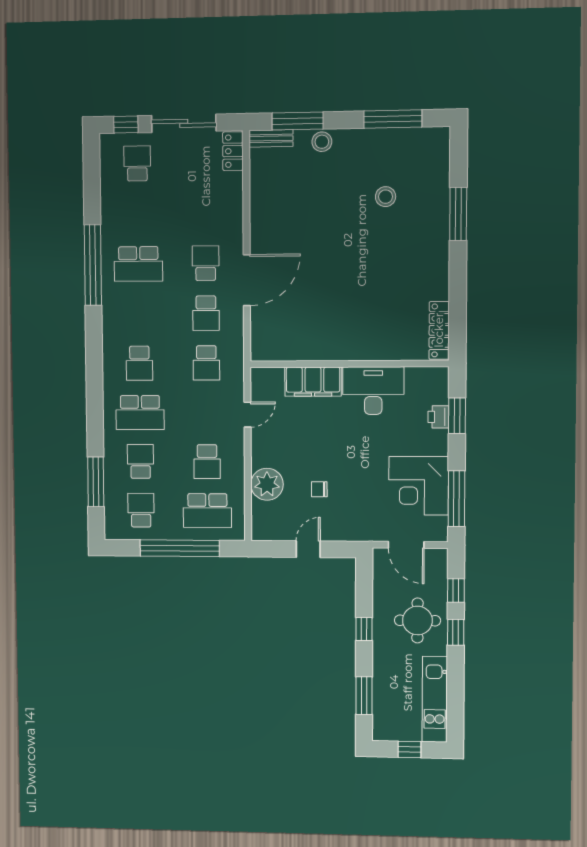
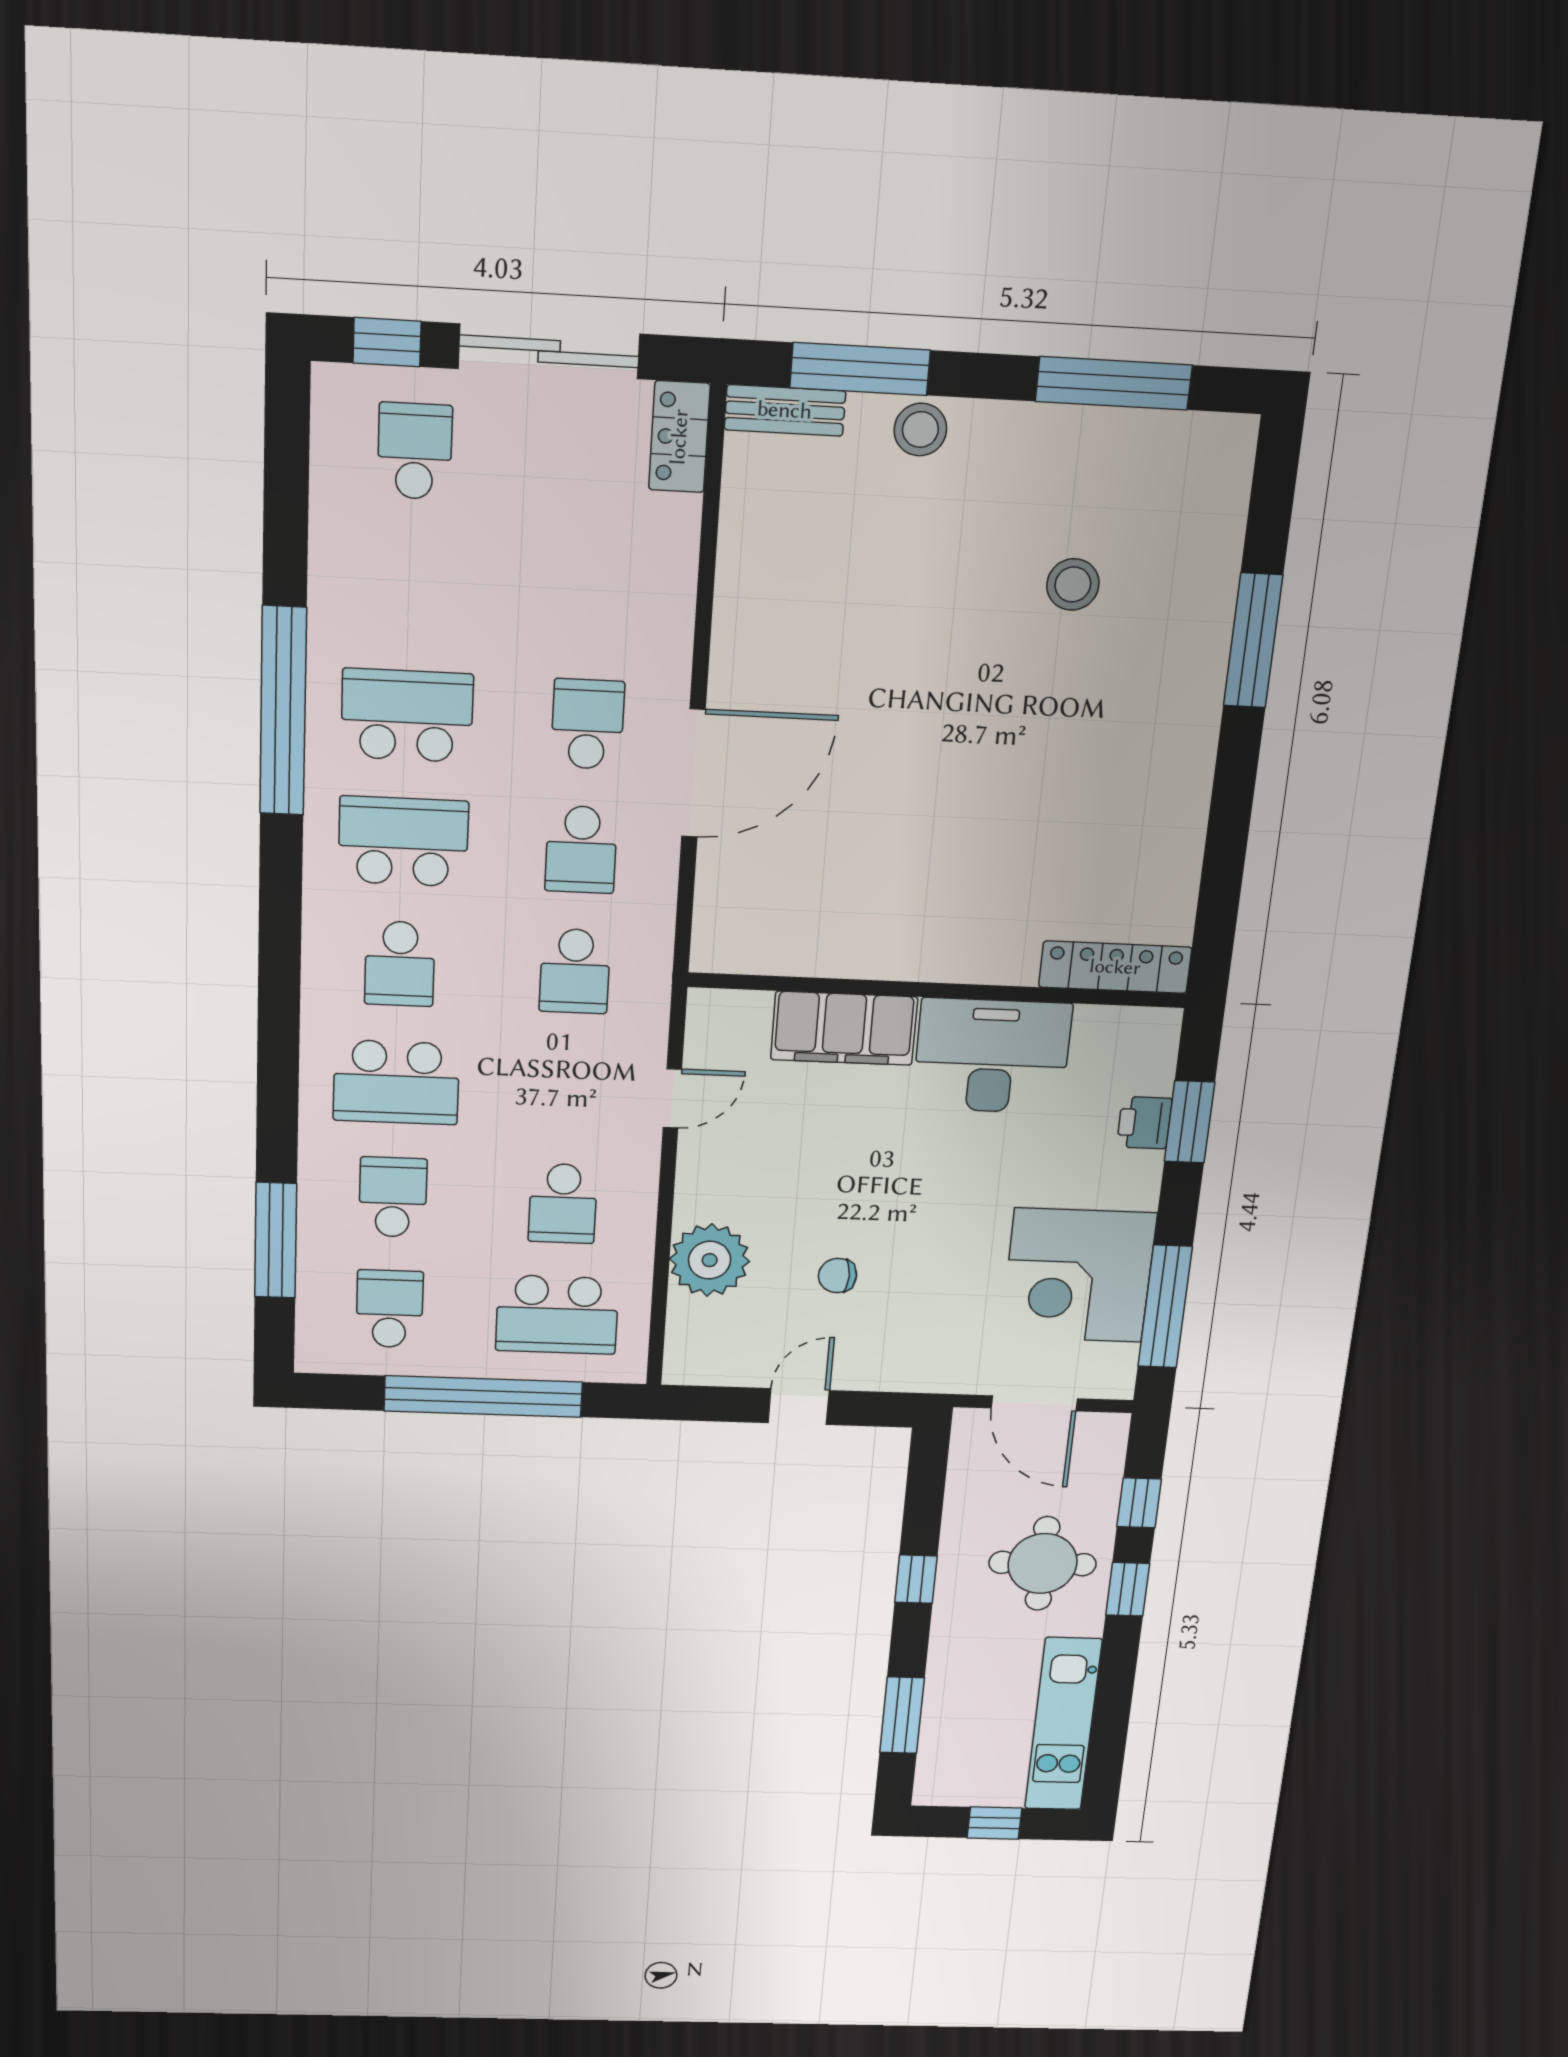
school desk: (138, 264) -> (407, 715), turned 180
school desk: (139, 314) -> (403, 842), added
locker: (439, 330) -> (1115, 967), moved, turned 90

